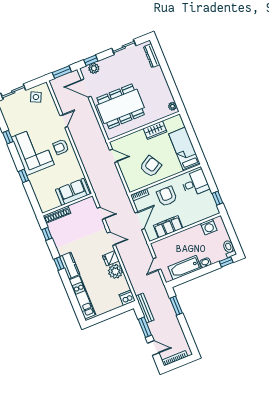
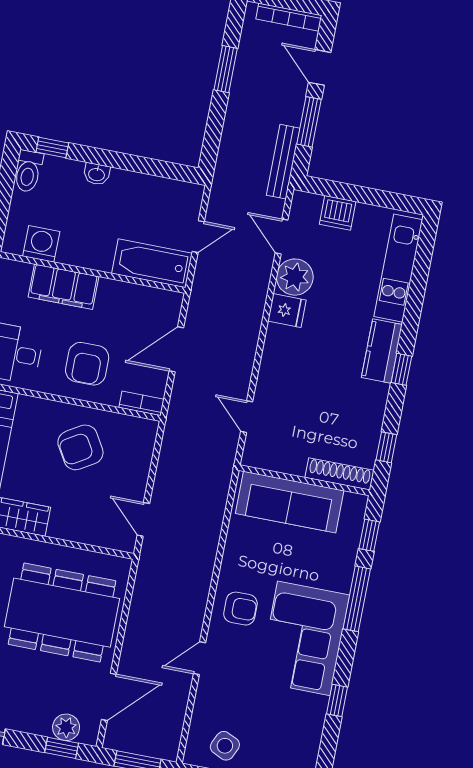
door: (86, 88) -> (109, 697), hinge flipped
window: (24, 176) -> (357, 599), width x2.17
sofa: (73, 192) -> (290, 502), width x1.36
window: (33, 200) -> (369, 535), added
filing cabinet: (168, 227) -> (63, 287), moved
door: (111, 239) -> (282, 237), moved
bathtub: (185, 268) -> (152, 263), moved, turned 180
dishwasher: (127, 298) -> (338, 213), moved
window: (176, 306) -> (226, 69), moved

